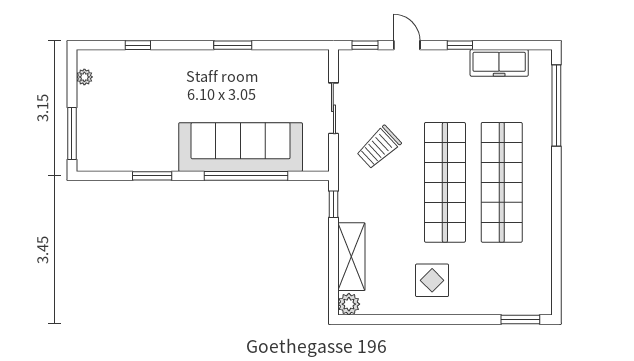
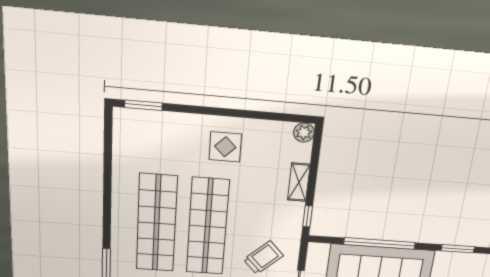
shelving: (351, 257) -> (299, 182), width x0.67, depth x0.75

